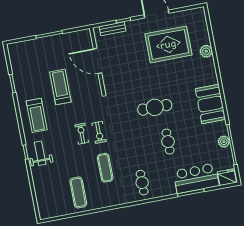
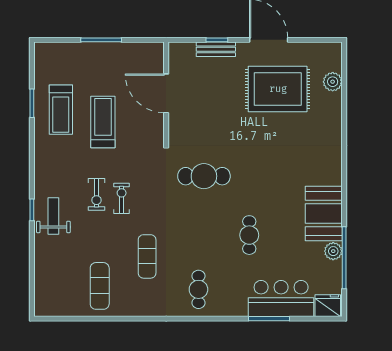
bench: (113, 29) -> (216, 49), moved
plant: (206, 51) -> (333, 82), moved
booth: (210, 104) -> (324, 213), moved
cafe table: (155, 107) -> (204, 176), moved
treadmill: (37, 115) -> (61, 110), moved
exercise bike: (99, 132) -> (96, 194), moved

